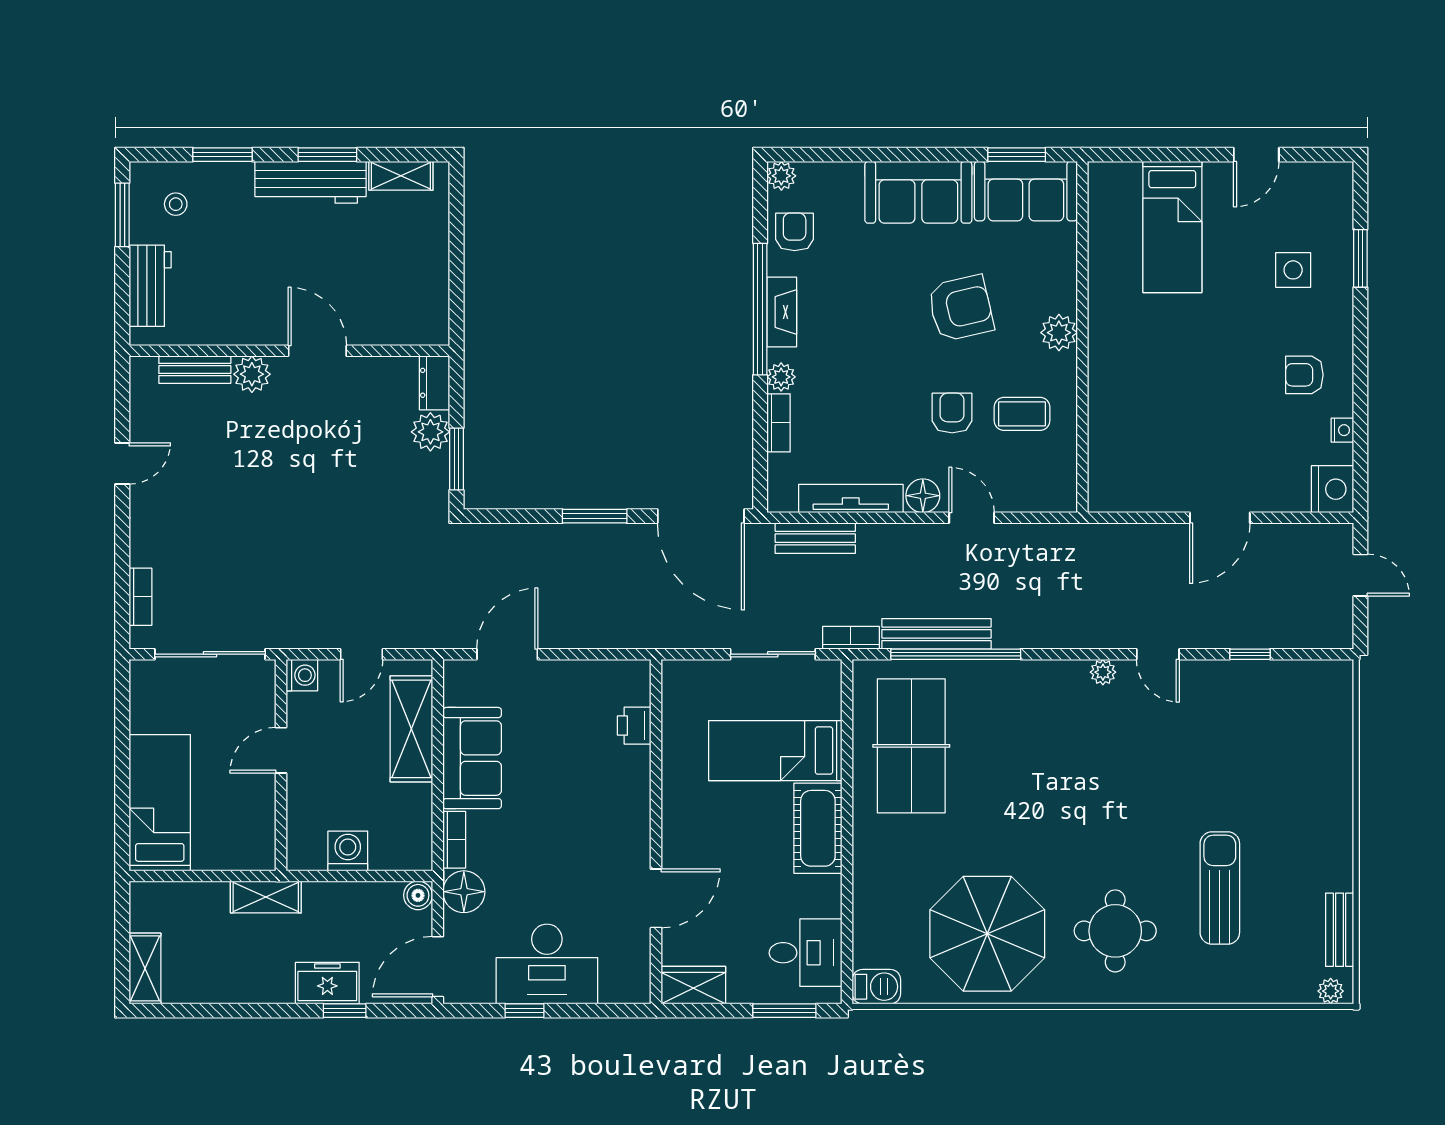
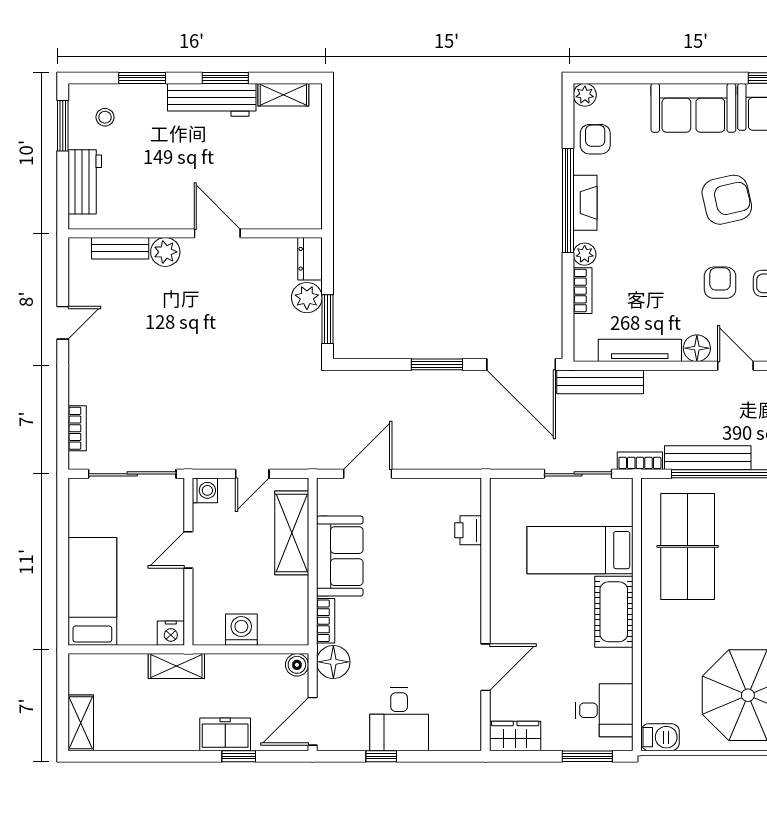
bench: (815, 538) -> (600, 382), width x1.36
nightstand: (259, 855) -> (171, 633), added
desk: (547, 964) -> (399, 719), width x0.73

